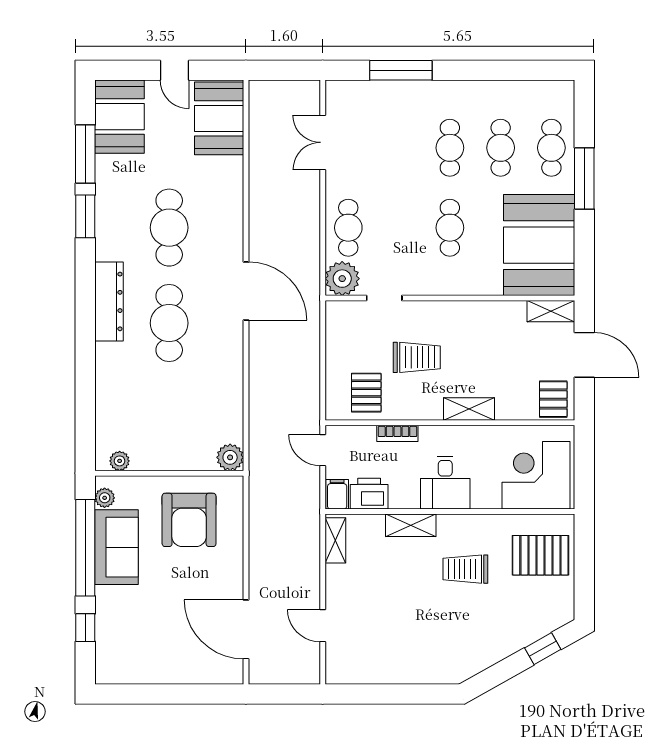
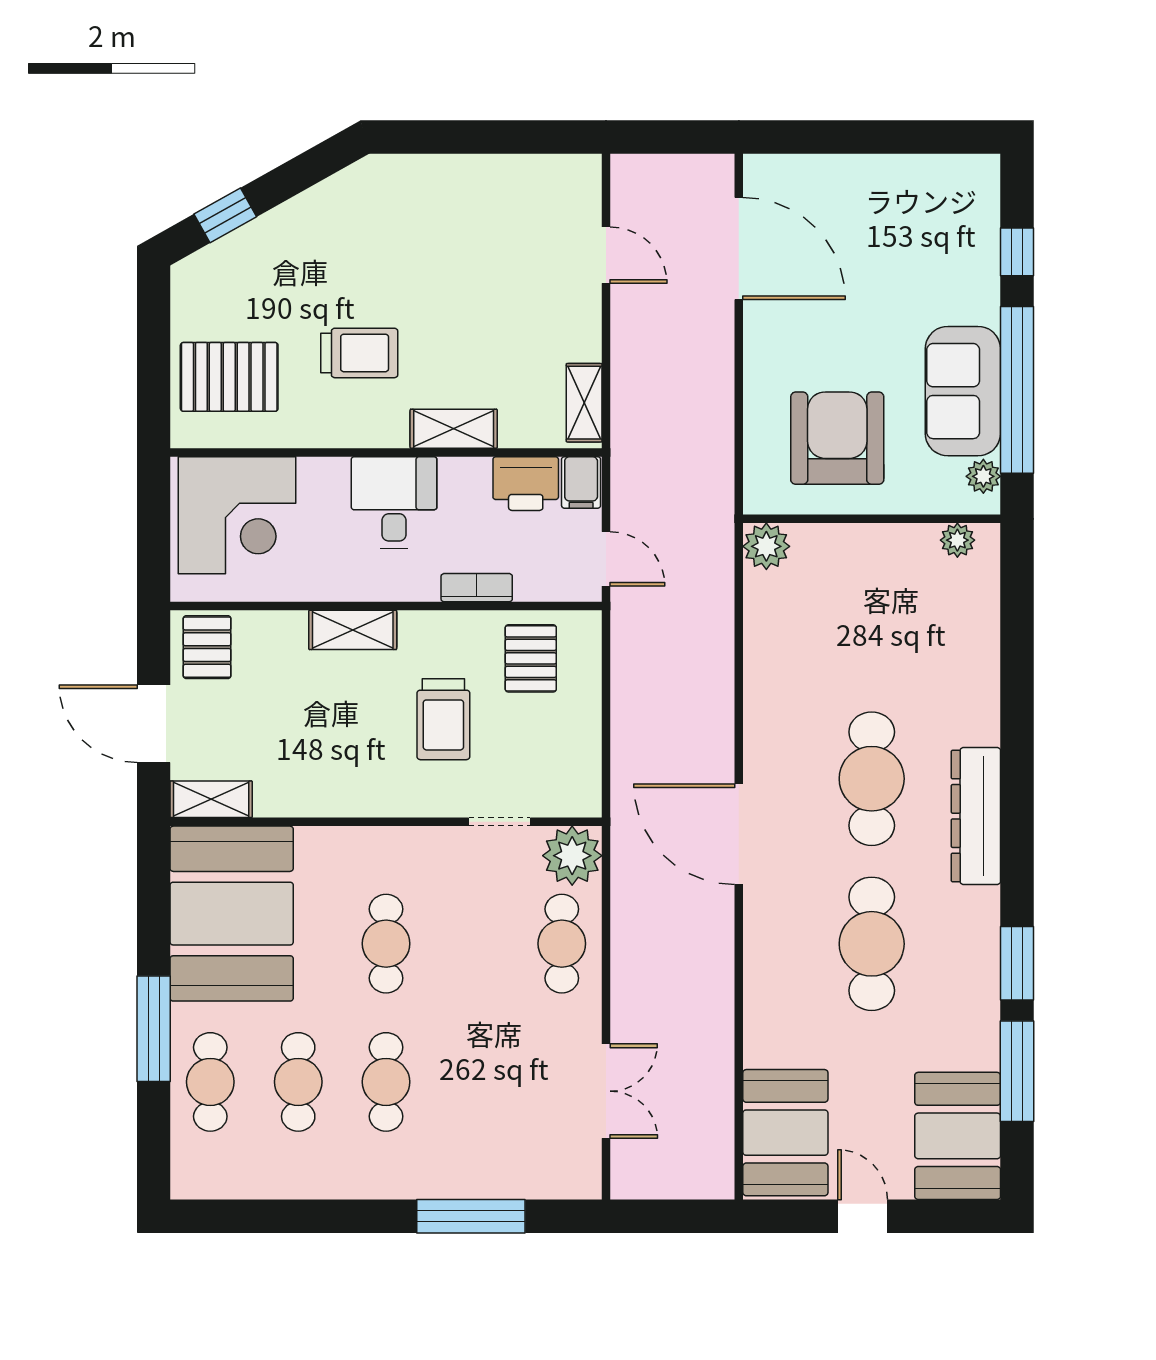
trolley: (417, 357) -> (443, 719), turned -90

